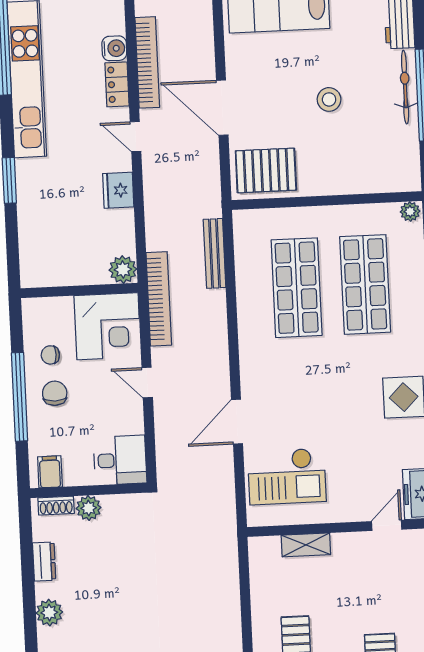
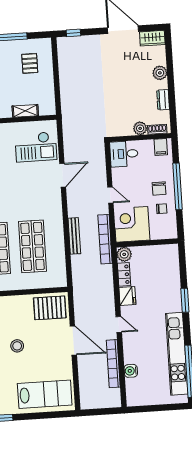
locker: (117, 84) -> (124, 274), moved
bench: (215, 253) -> (74, 236), moved
checkout: (287, 476) -> (36, 147), turned 180

